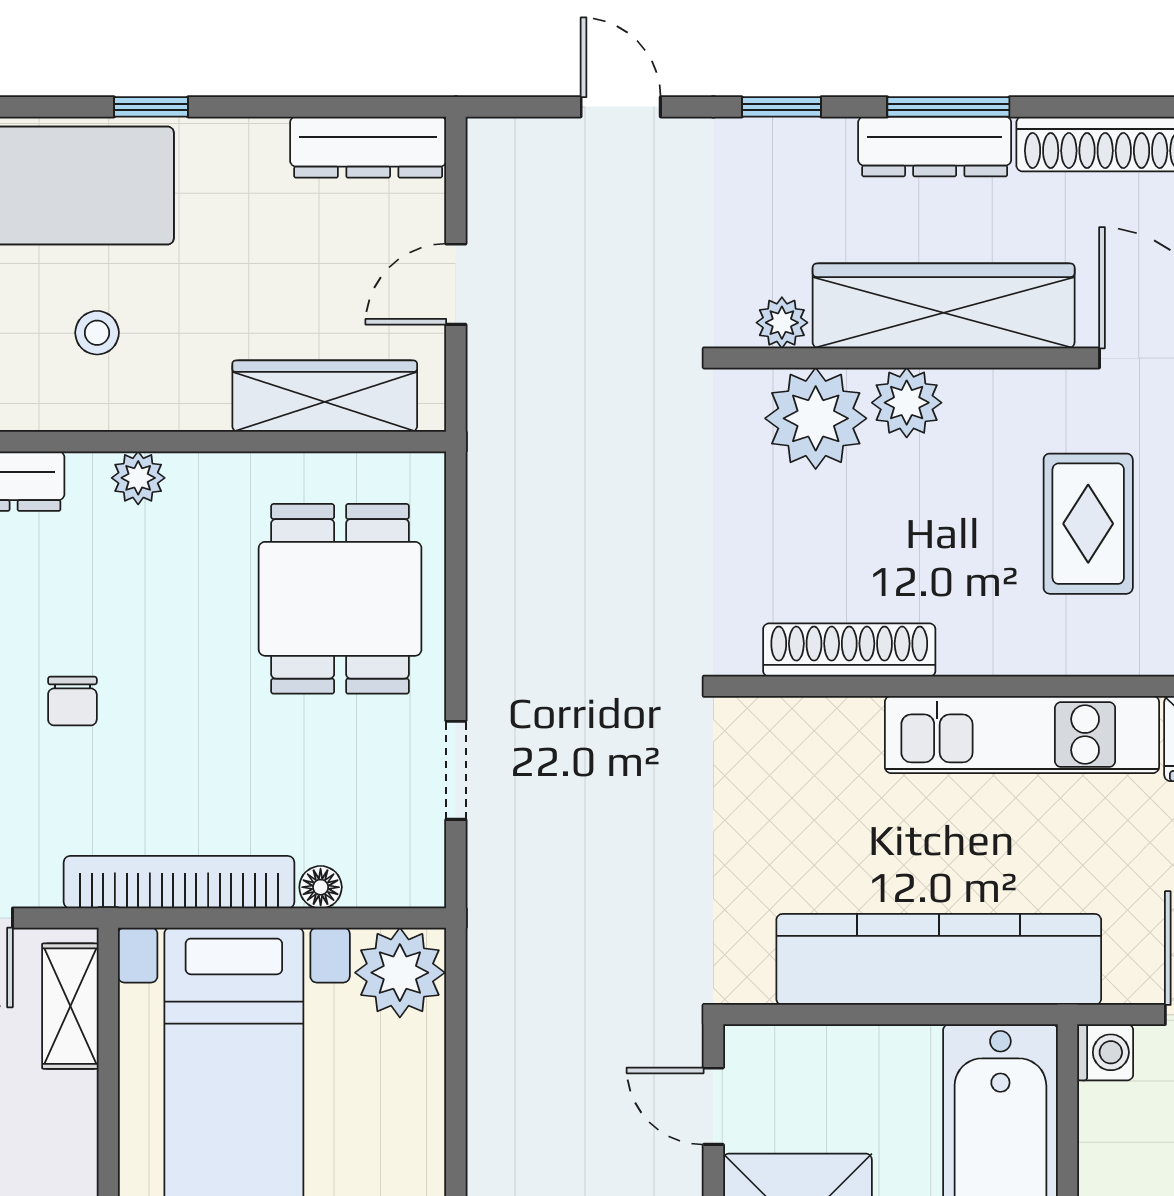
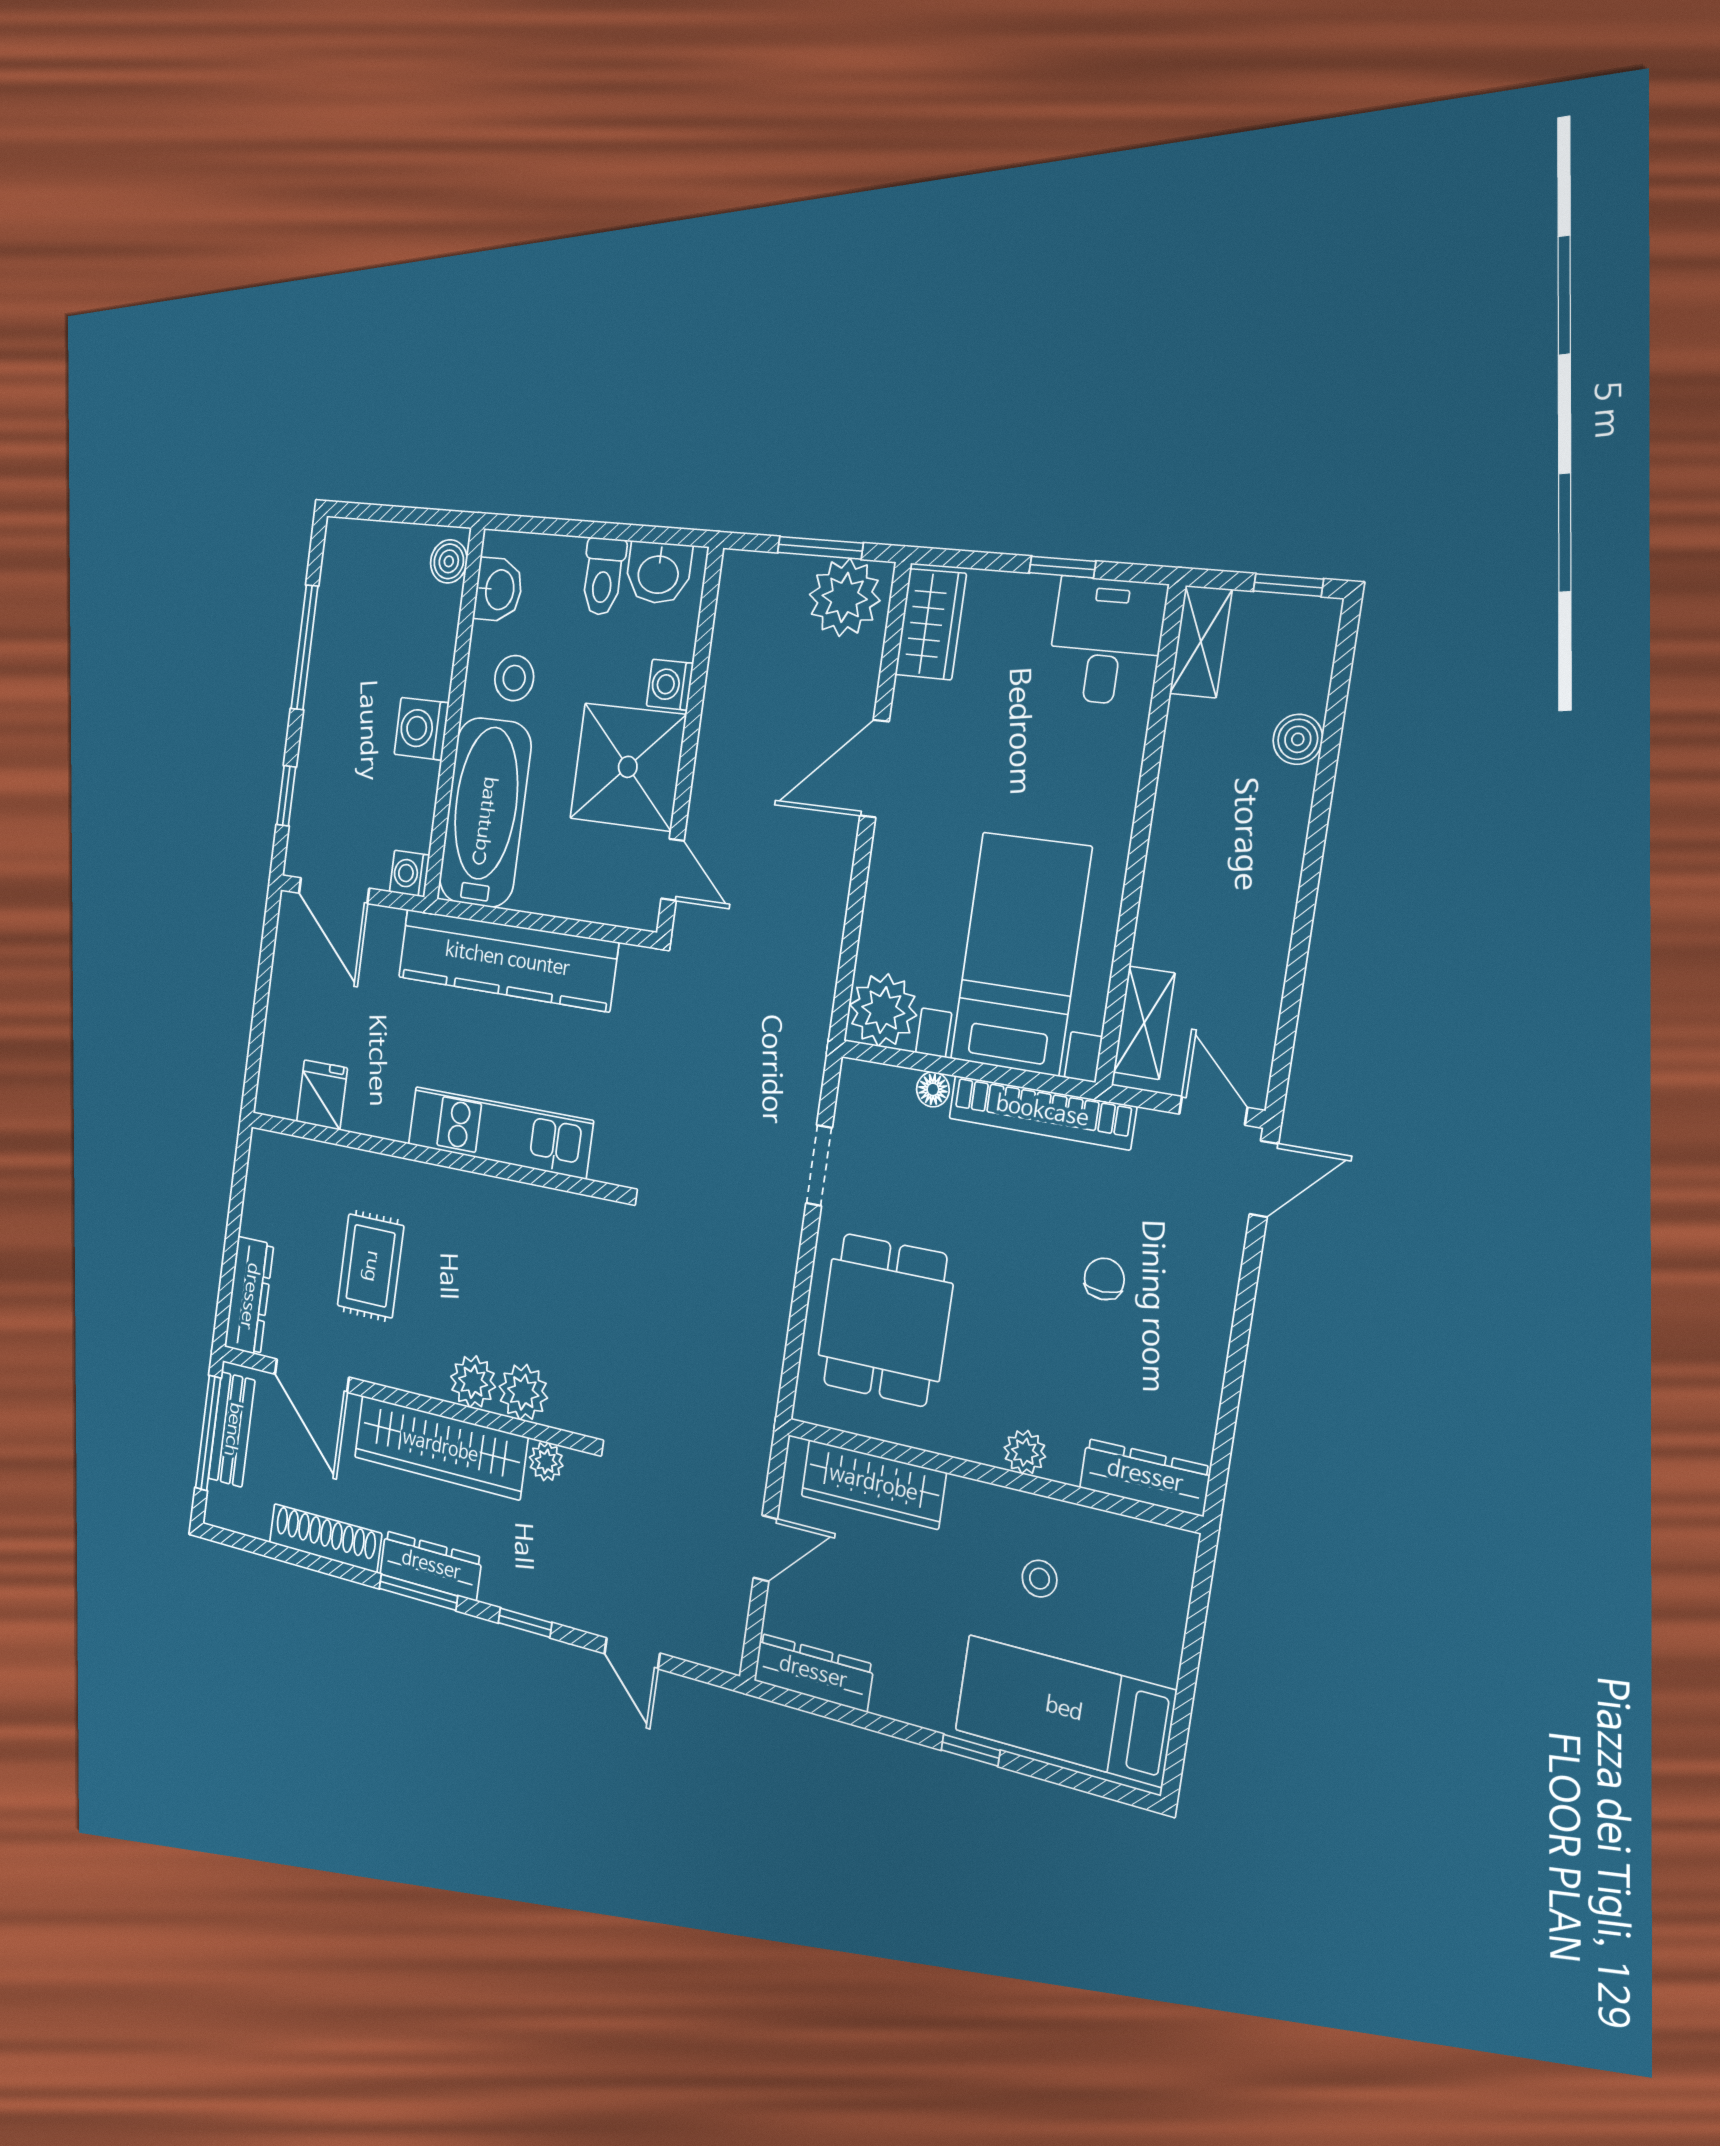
plant: (816, 418) -> (523, 1392), width x0.73, depth x0.73
shoe rack: (849, 650) -> (535, 1205), removed
kitchen unit: (1022, 735) -> (500, 1132), moved

